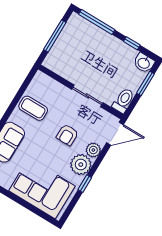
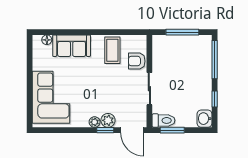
window: (145, 83) -> (172, 130), moved
armchair: (67, 135) -> (137, 61), moved
plant: (81, 165) -> (95, 122), width x0.53, depth x0.53
window: (85, 184) -> (105, 130), moved

